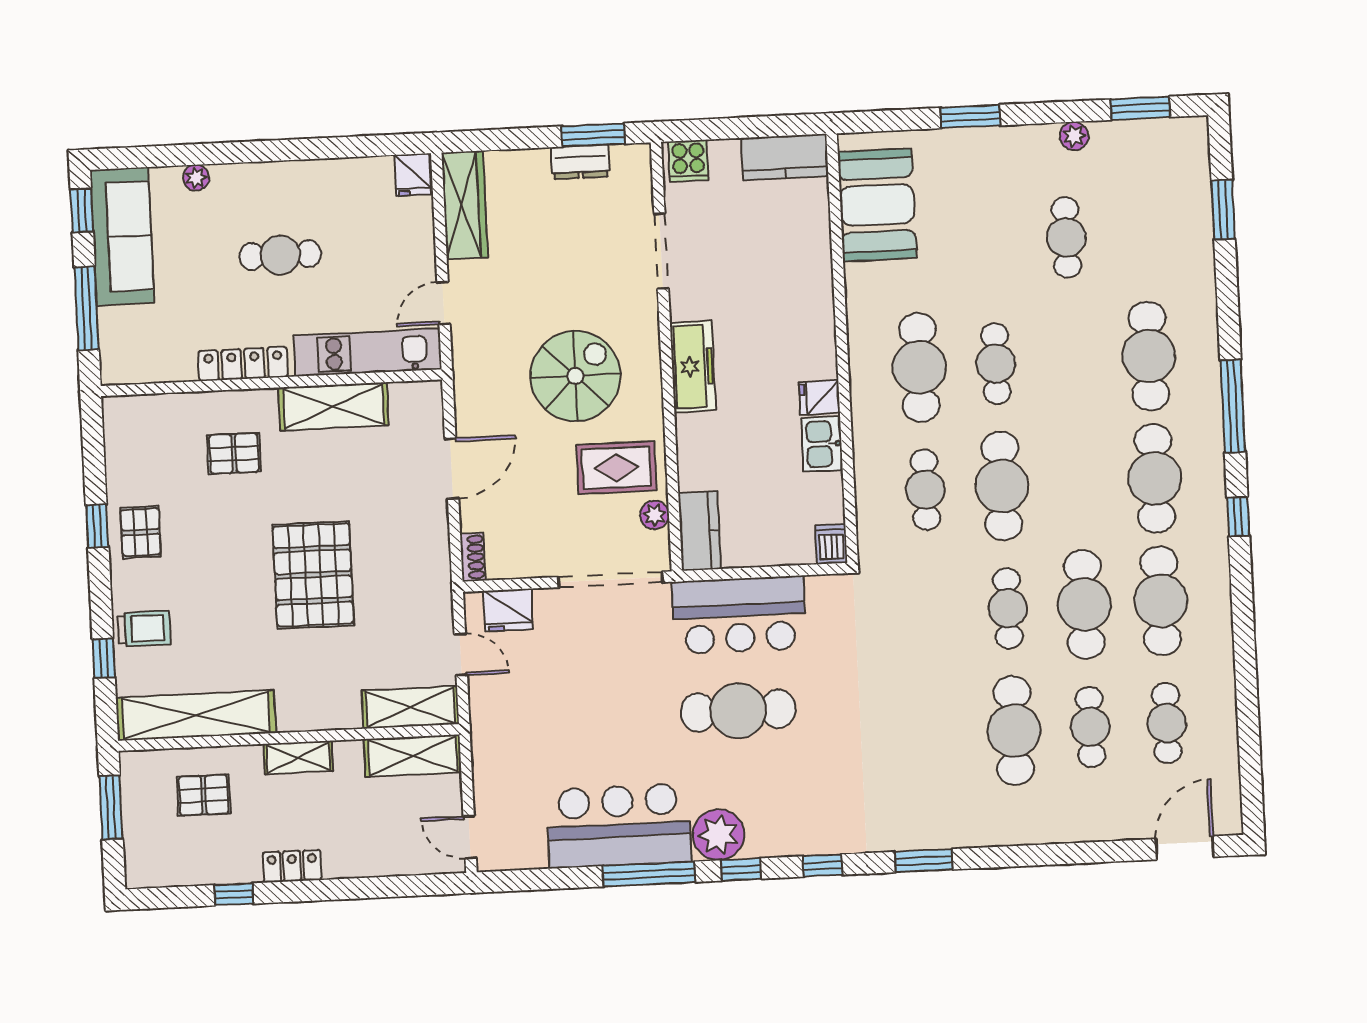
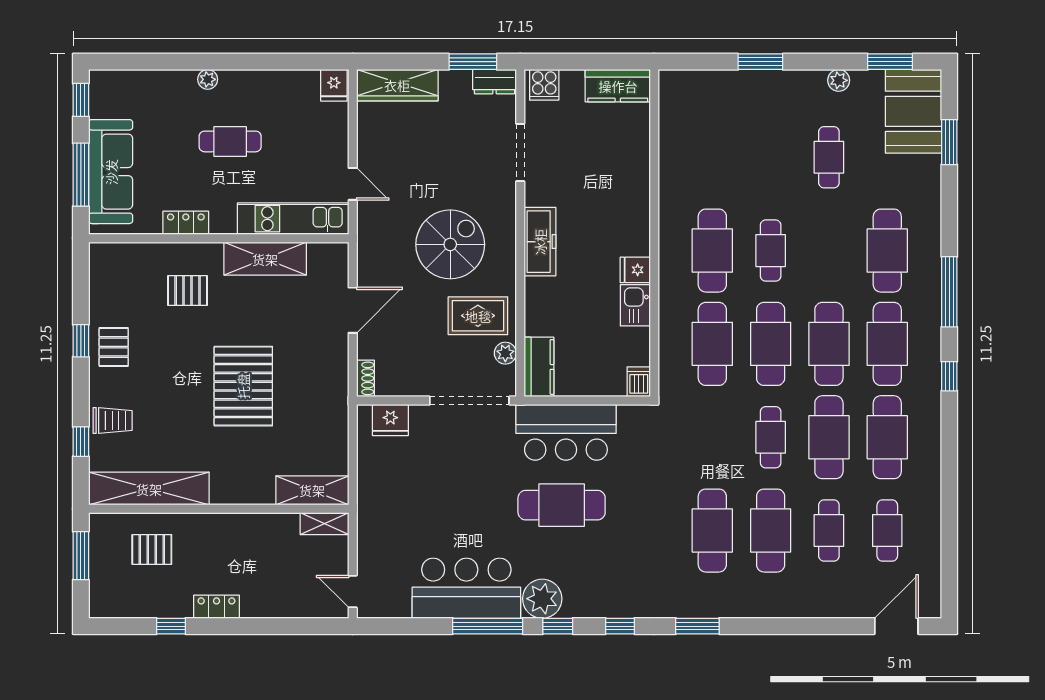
dresser: (580, 162) -> (495, 82), moved
plant: (196, 178) -> (208, 79), moved
wardrobe: (465, 205) -> (397, 85), moved, turned 90
booth: (877, 205) -> (913, 111), moved
sofa: (122, 236) -> (111, 172), moved
door: (444, 303) -> (353, 184), swing flipped
locker: (243, 364) -> (186, 223), width x0.66
cafe table: (1078, 482) -> (829, 344), added
cafe table: (925, 490) -> (712, 344), width x1.37, depth x1.35
door: (461, 654) -> (353, 452), removed
cafe table: (937, 734) -> (712, 531), added
shelving: (413, 756) -> (324, 524), width x0.67, depth x0.75
shelving: (298, 757) -> (225, 524), removed

